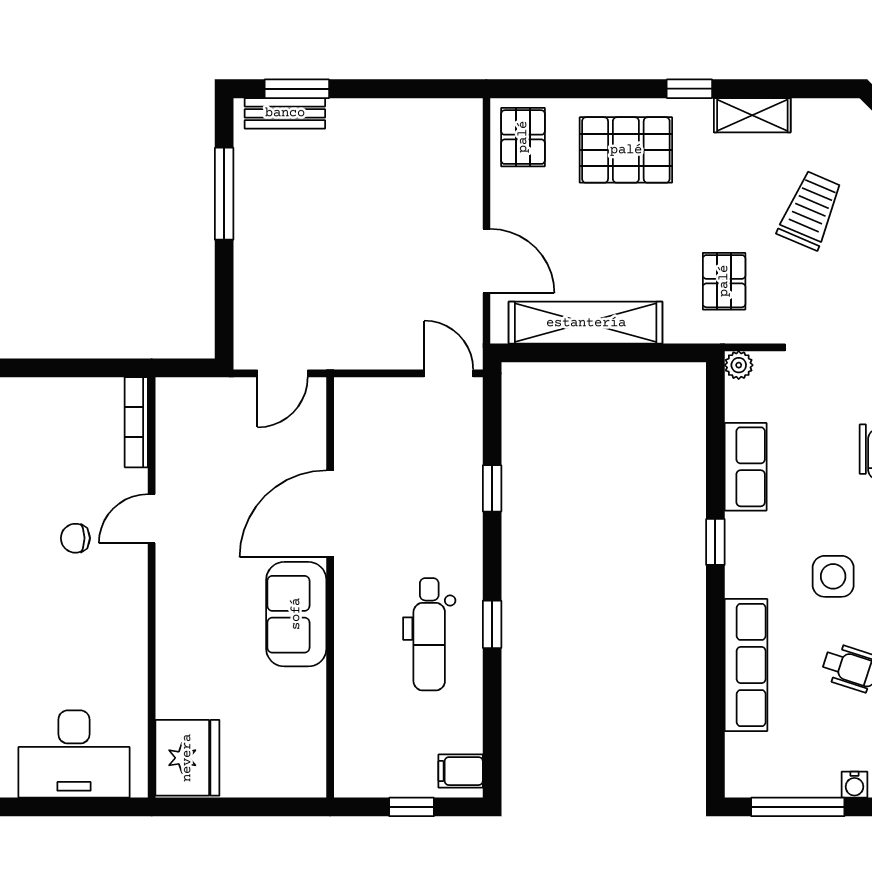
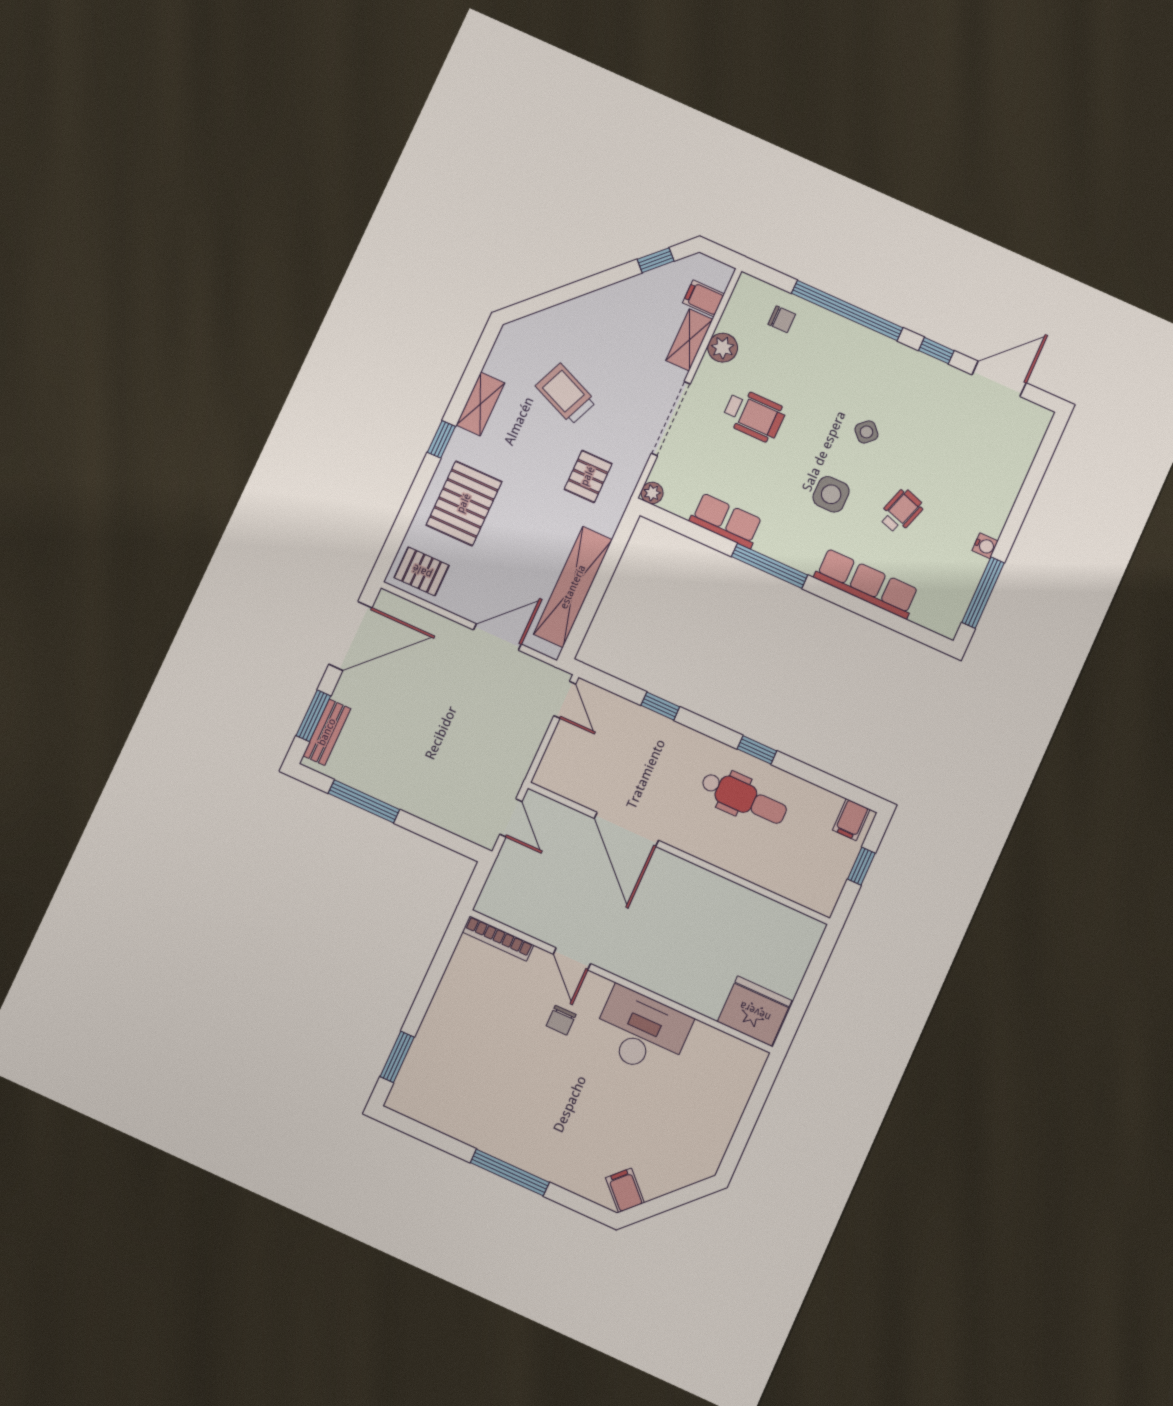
door: (410, 89) -> (350, 636), added
pallet: (724, 281) -> (588, 476), turned 90
door: (449, 373) -> (565, 700), swing flipped
window: (715, 542) -> (770, 566), width x2.17
sofa: (296, 614) -> (687, 886), removed
desk: (74, 754) -> (641, 1032), moved, turned -90

